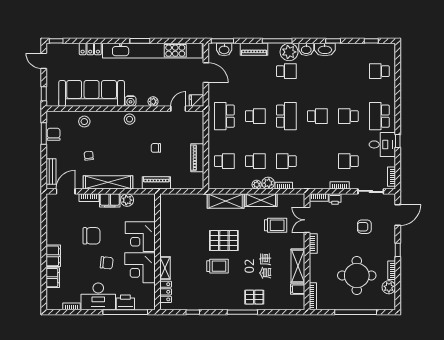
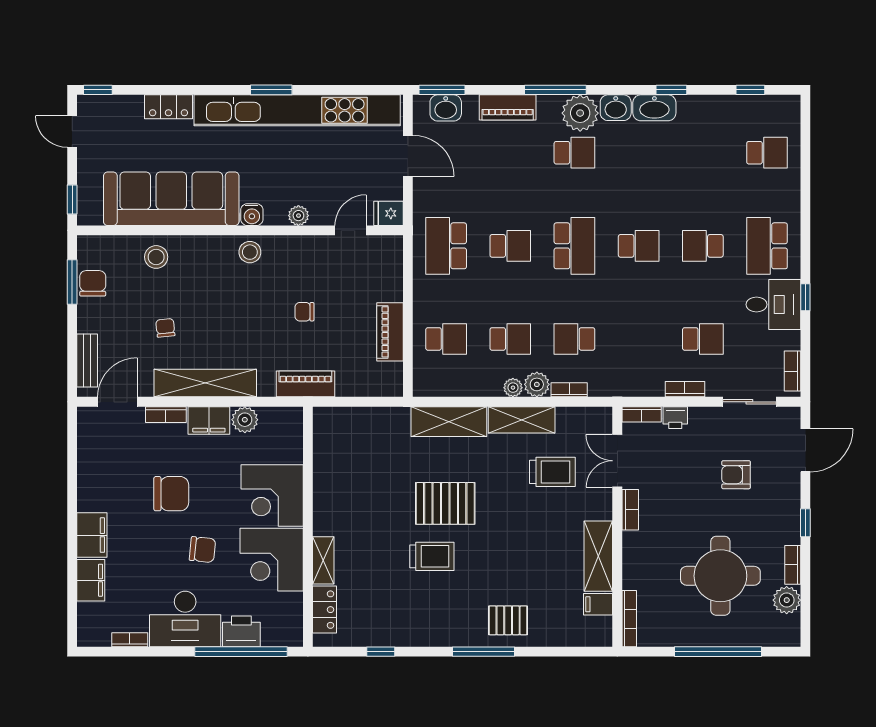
school desk: (379, 71) -> (767, 153), turned 180
school desk: (348, 161) -> (703, 339), turned 180

